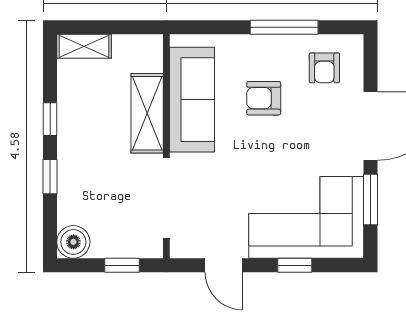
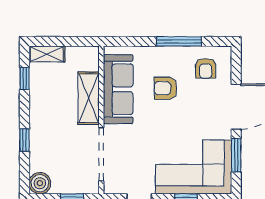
window: (50, 119) -> (24, 78), moved

